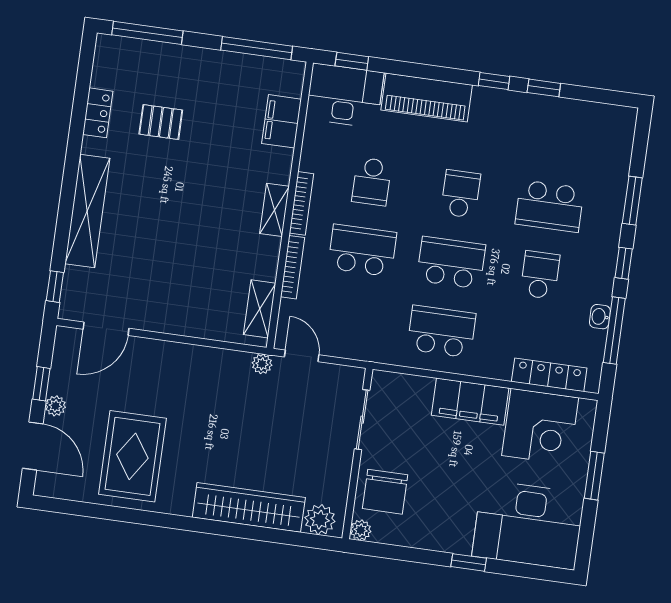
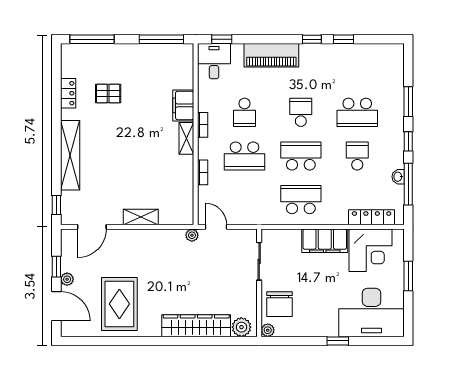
desk: (345, 95) -> (214, 61), width x0.73
filing cabinet: (282, 121) -> (183, 105), moved
bookcase: (301, 203) -> (203, 125), width x0.64
school desk: (362, 250) -> (244, 156), turned 180
bookcase: (292, 267) -> (203, 172), width x0.64
shelving: (260, 309) -> (141, 217), moved, turned 90

